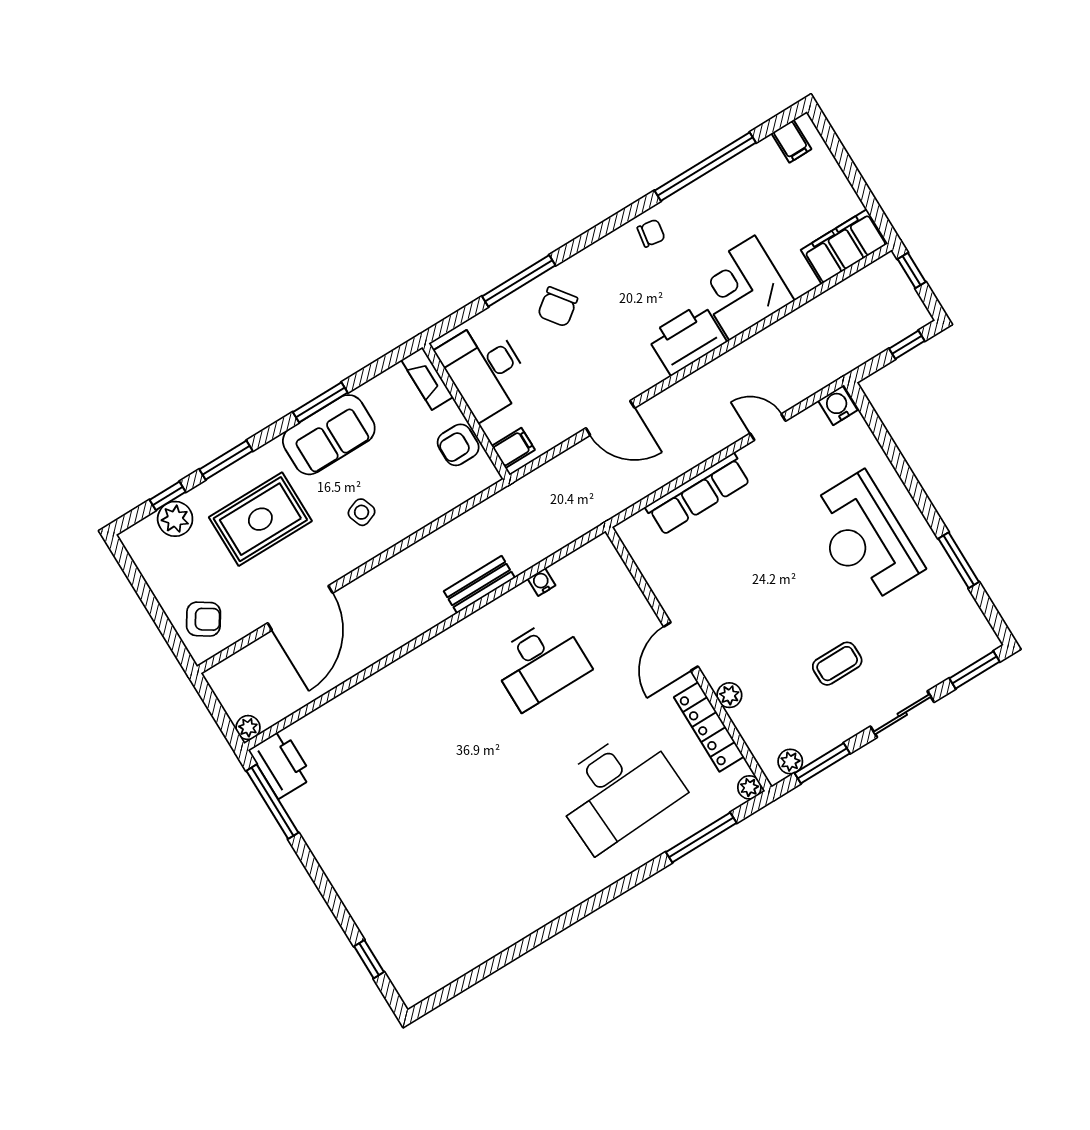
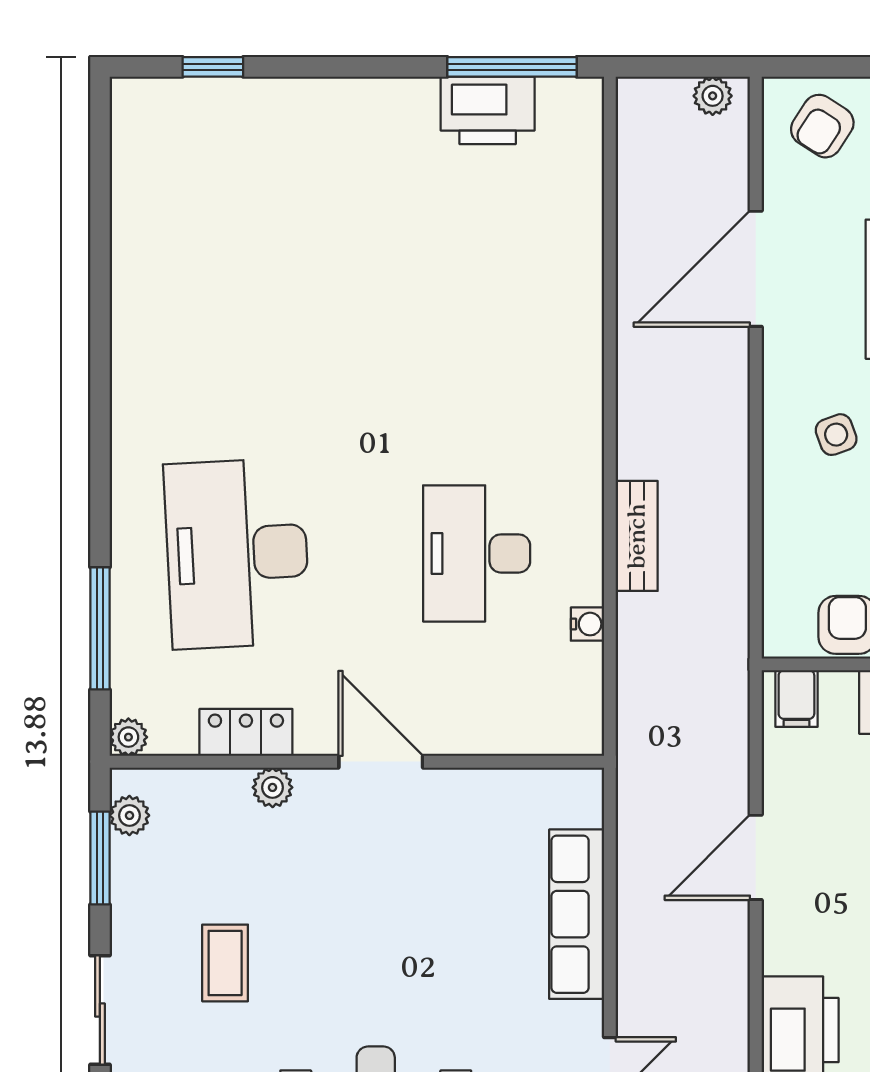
door: (300, 608) -> (756, 269), hinge flipped
locker: (709, 727) -> (246, 732), width x0.66
plant: (248, 728) -> (713, 96), moved
printer: (281, 764) -> (488, 110), moved

